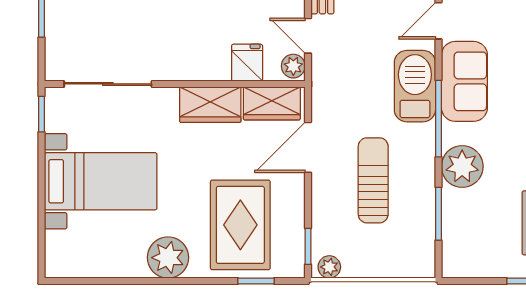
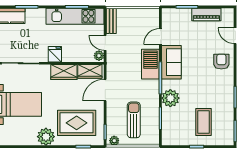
fridge: (247, 63) -> (55, 54), moved
sun lounger: (373, 180) -> (134, 120), moved
rug: (240, 225) -> (77, 123), turned 90

